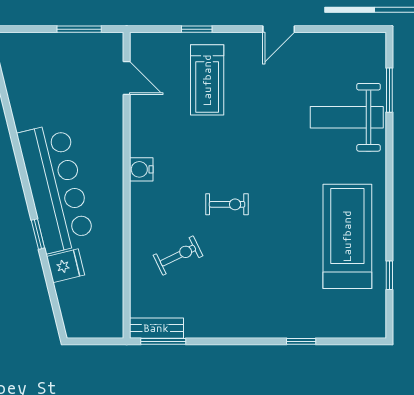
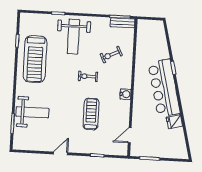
door: (127, 78) -> (130, 135), hinge flipped
treadmill: (207, 80) -> (91, 114), moved
fridge: (66, 266) -> (174, 122), moved
weight bench: (264, 291) -> (73, 37), added

